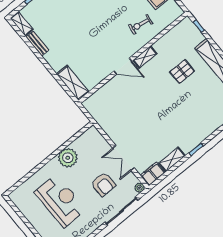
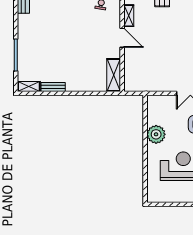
door: (123, 66) -> (122, 38), hinge flipped
shelving: (73, 83) -> (114, 75), moved, turned 90

